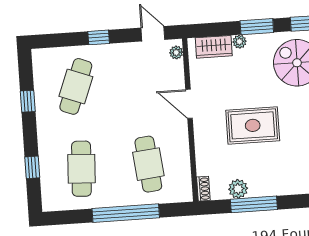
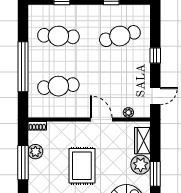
plant: (239, 42) -> (141, 165), width x1.87, depth x1.87
plant: (176, 52) -> (128, 112), moved
cafe table: (76, 86) -> (120, 36), turned -36
door: (189, 104) -> (101, 119), hinge flipped

